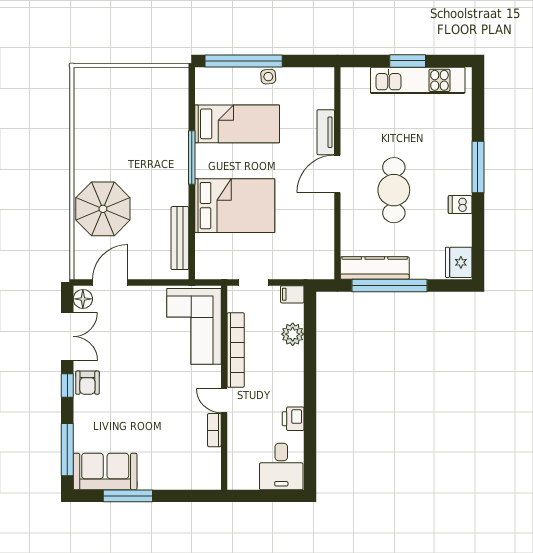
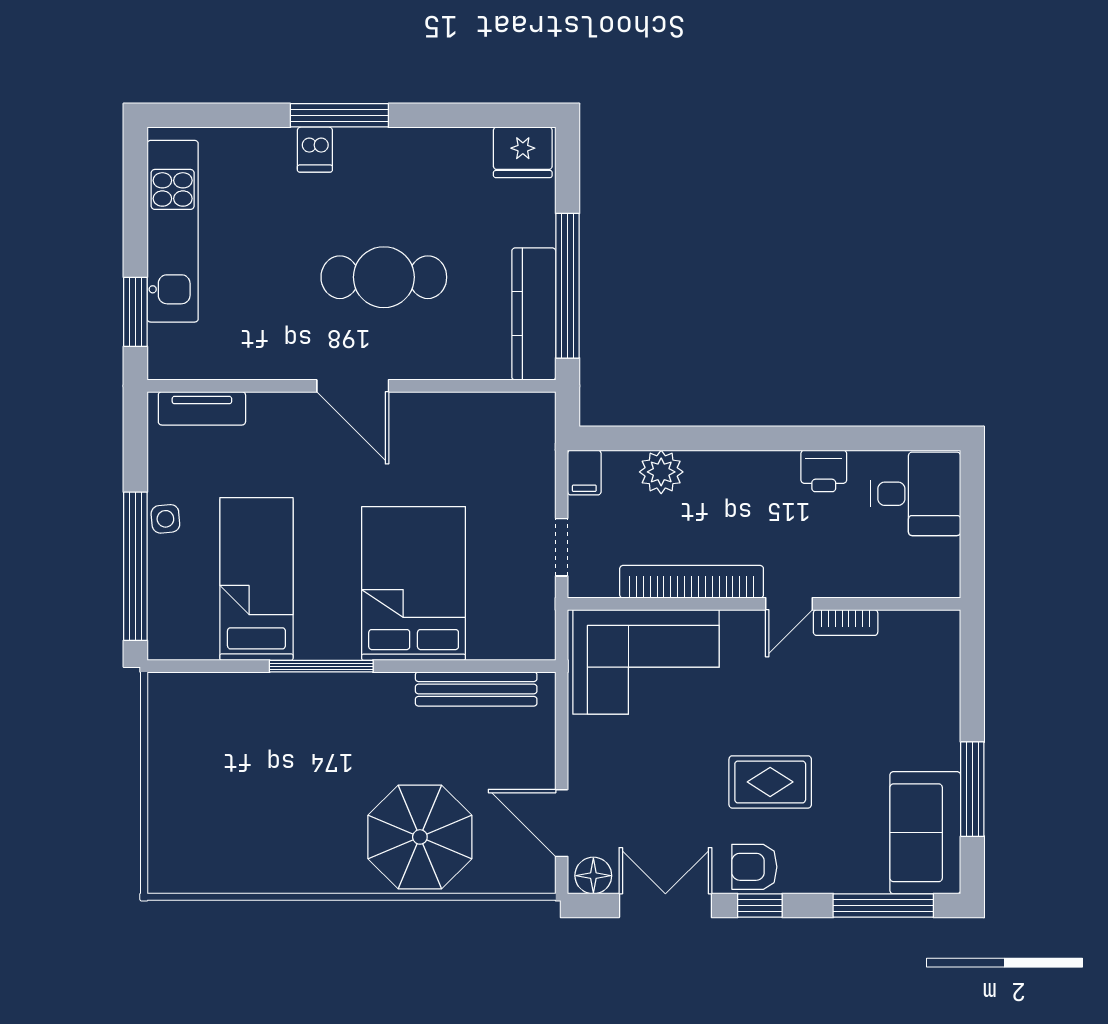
window: (408, 61) -> (135, 312), moved
tv unit: (326, 132) -> (202, 408), moved
dishwasher: (460, 205) -> (315, 150), moved
armchair: (87, 383) -> (754, 867), turned 180
rug: (132, 391) -> (770, 782), added

